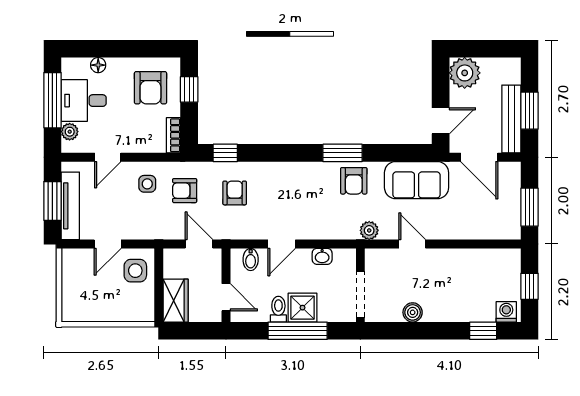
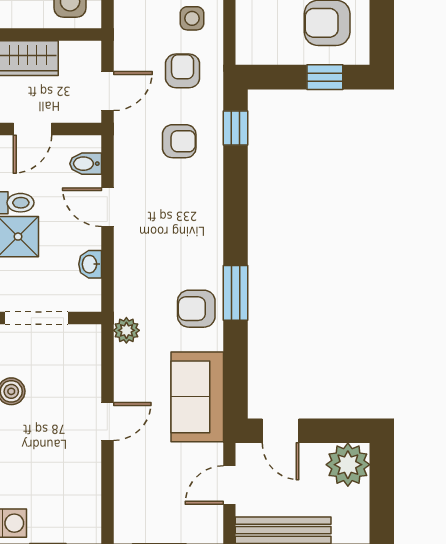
bookcase: (173, 135) -> (260, 55), removed
door: (479, 157) -> (229, 485), width x0.73
door: (412, 244) -> (107, 421), moved

